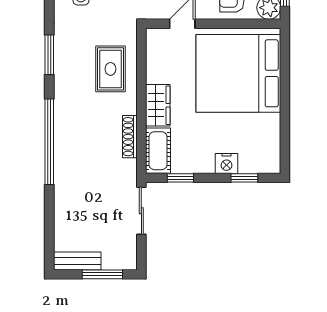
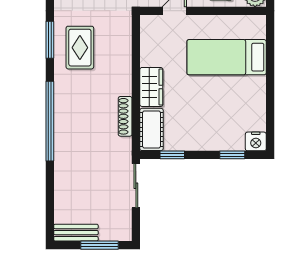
rug: (110, 69) -> (80, 48), moved
bed: (238, 73) -> (227, 57), width x0.49
nightstand: (227, 164) -> (256, 141), moved

